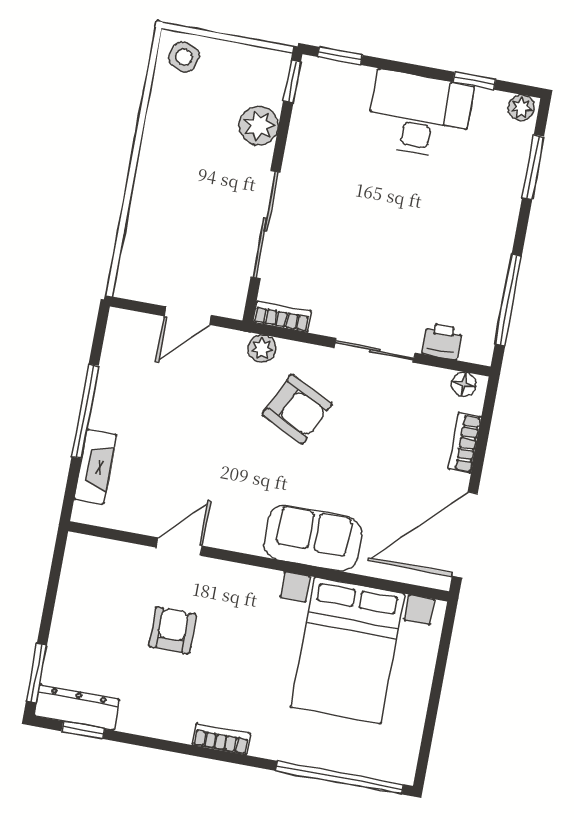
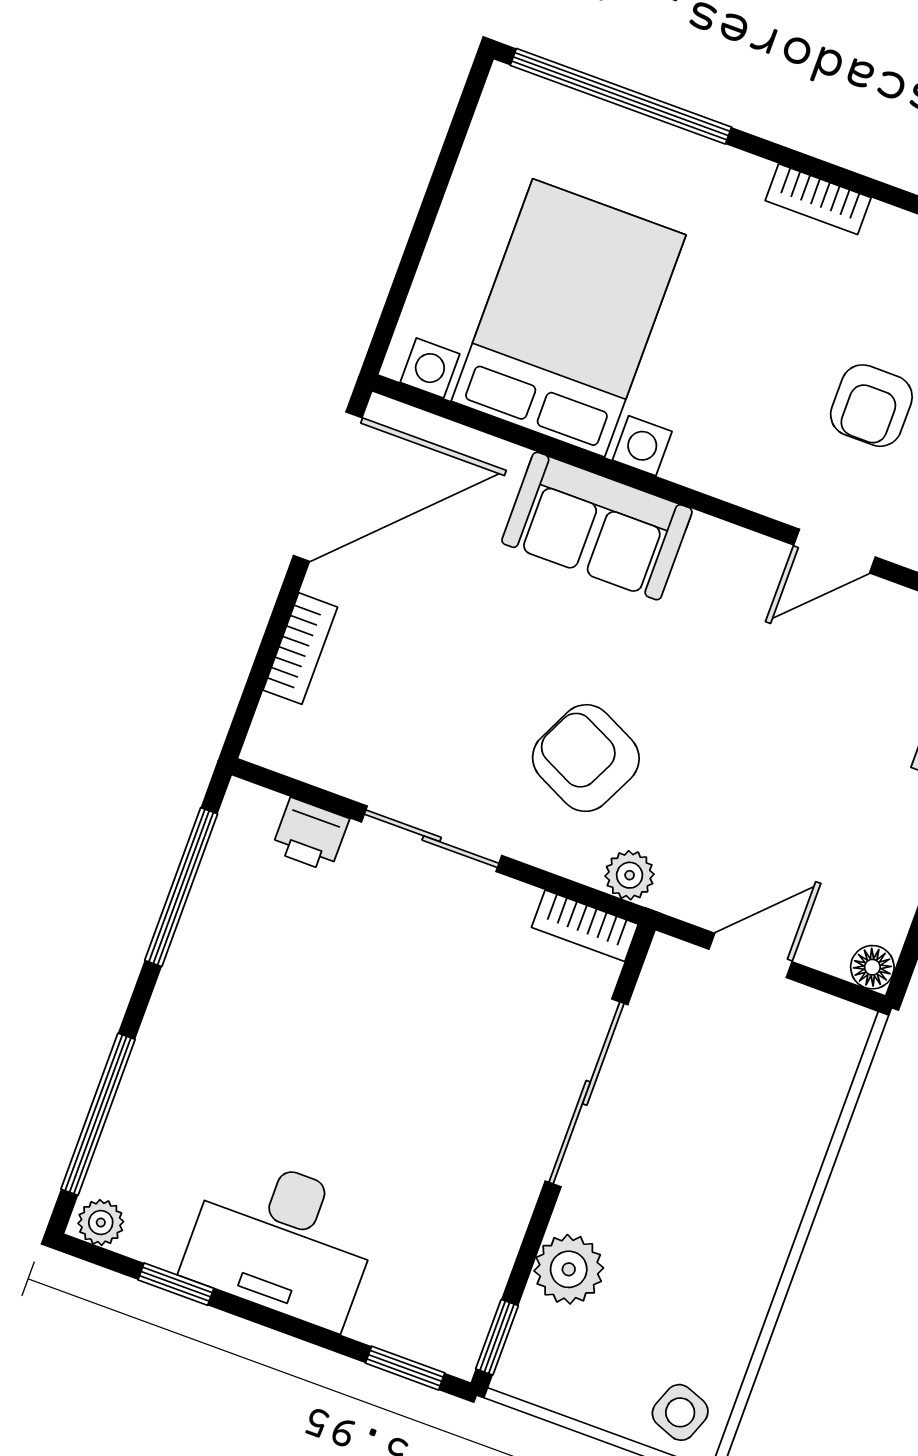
window: (533, 167) -> (98, 1114), width x1.44
floor lamp: (464, 384) -> (872, 967), moved

